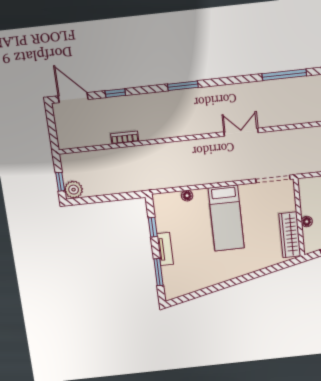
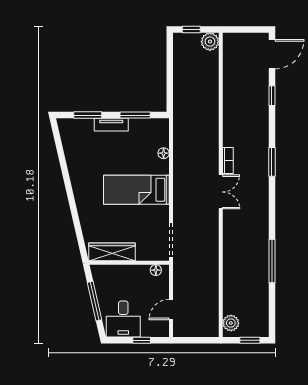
double door: (241, 132) -> (221, 192), moved
bookcase: (125, 138) -> (228, 160), moved
plant: (74, 190) -> (210, 42), moved
floor lamp: (307, 222) -> (156, 270), moved
window: (153, 227) -> (135, 115), width x1.50

